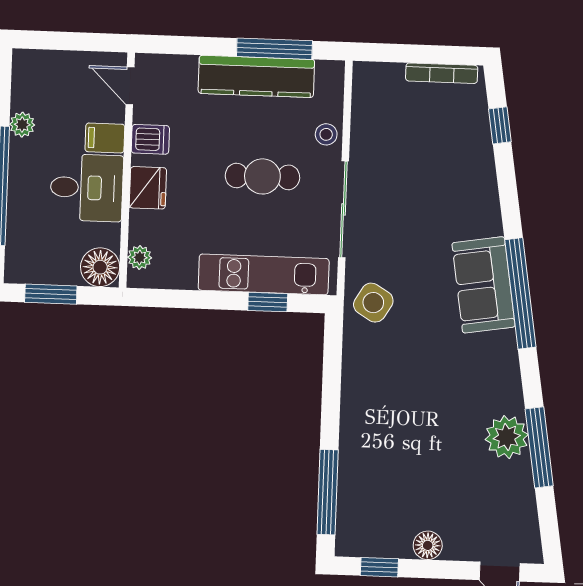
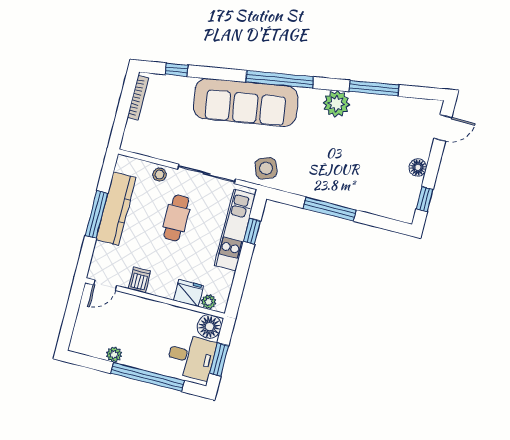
window: (274, 49) -> (96, 214), moved
filing cabinet: (105, 138) -> (133, 307), removed
desk: (87, 188) -> (191, 357), moved, turned 90
fridge: (148, 188) -> (189, 293), moved
sofa: (484, 285) -> (246, 102), width x1.85, depth x1.27
side table: (373, 303) -> (266, 168), turned 38
plant: (507, 437) -> (336, 104), moved
window: (328, 492) -> (330, 209), moved

